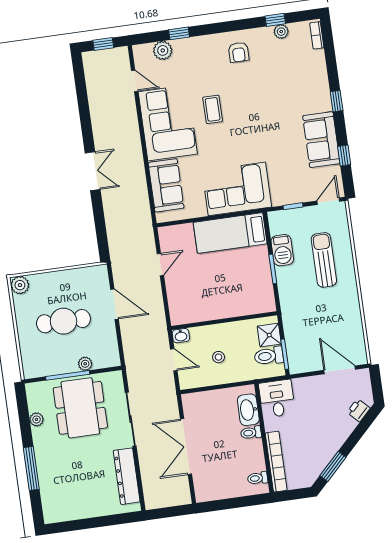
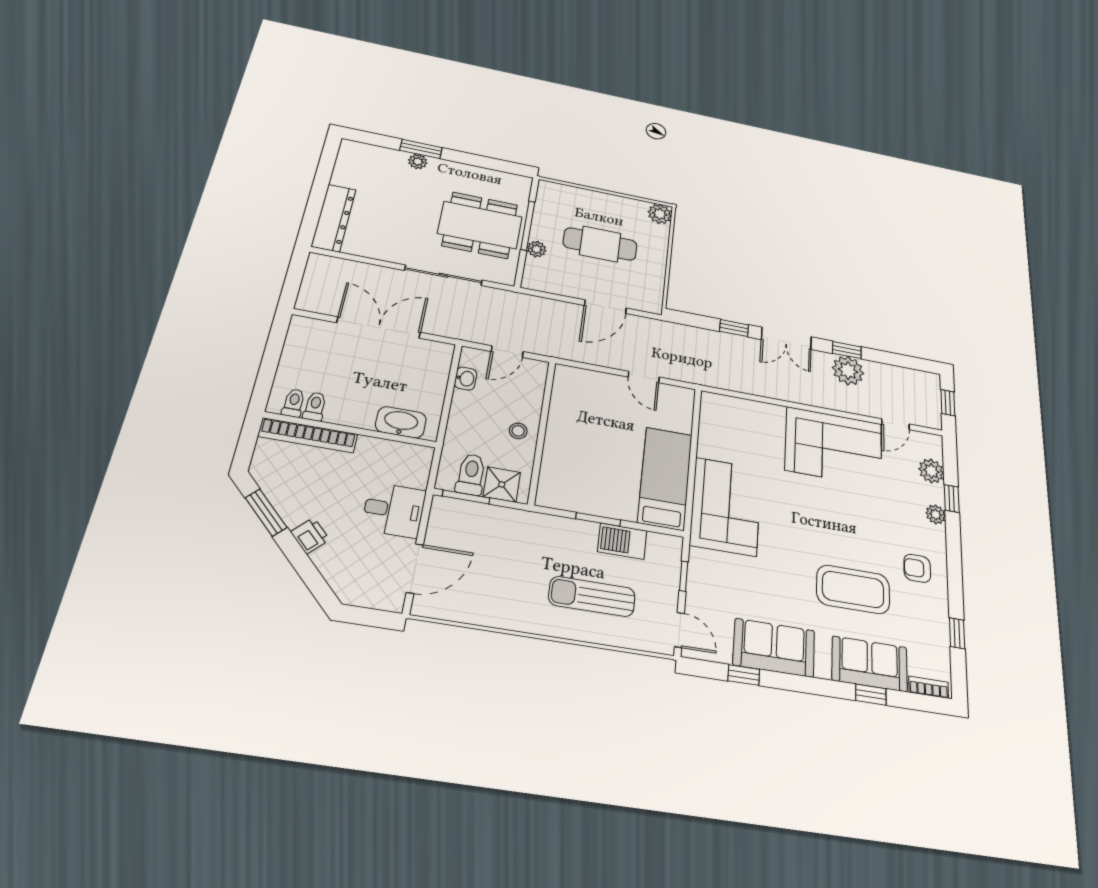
plant: (281, 32) -> (936, 514), moved
window: (337, 101) -> (871, 695), moved
coffee table: (213, 109) -> (853, 589), moved, width x1.86, depth x1.72
plant: (103, 122) -> (848, 371), added
window: (86, 125) -> (847, 350), added
sofa: (166, 185) -> (870, 664), moved, turned 180
window: (98, 210) -> (734, 328), added
sun lounger: (324, 260) -> (592, 596), turned 180
cafe table: (63, 321) -> (600, 244), turned 90
washbasin: (181, 336) -> (466, 379), moved, turned 180
stool: (218, 357) -> (518, 431), moved
desk: (277, 399) -> (394, 510), moved
printer: (359, 410) -> (310, 536), moved
plant: (37, 419) -> (418, 161), moved
toilet: (251, 433) -> (315, 406), moved
window: (31, 468) -> (421, 149), width x0.69
dresser: (127, 476) -> (334, 218), moved, turned 90

